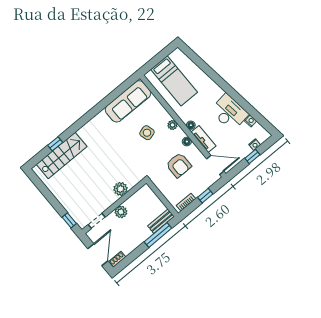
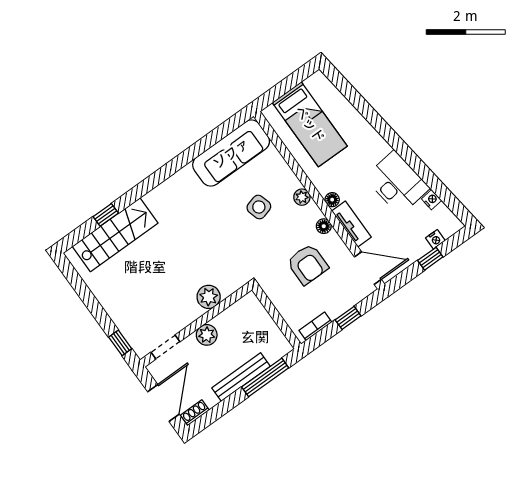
bench: (161, 221) -> (241, 377), moved, width x1.36

